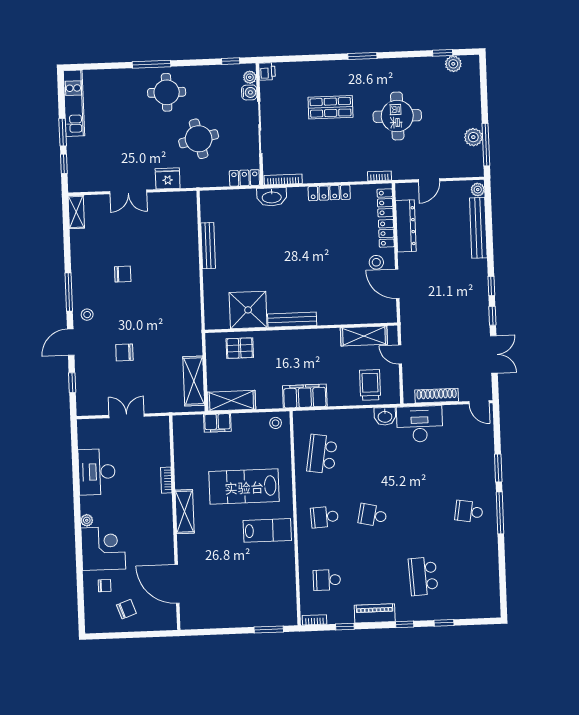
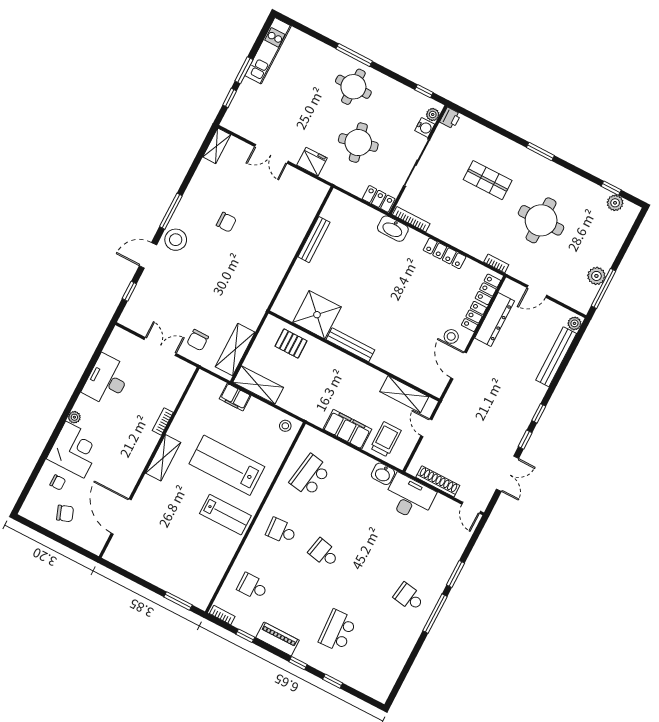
stool: (87, 315) -> (176, 240), width x1.89, depth x1.89
chair: (124, 352) -> (198, 340), moved, turned -90
filing cabinet: (305, 396) -> (347, 429), moved

